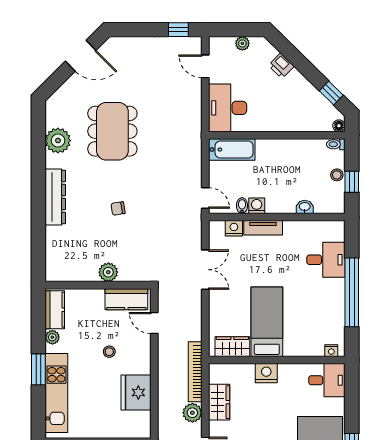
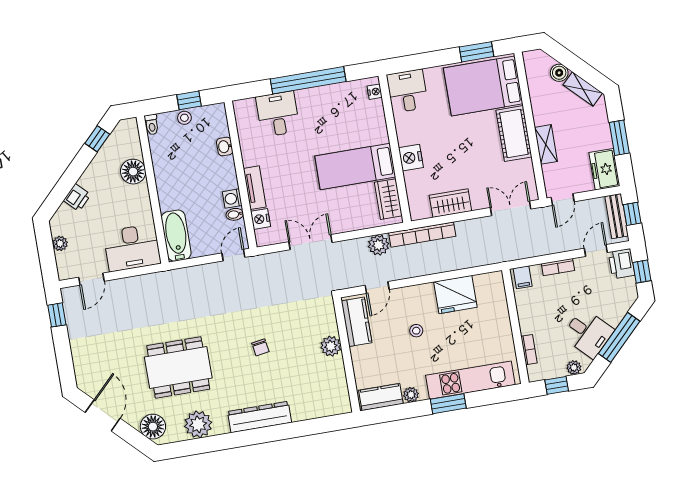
floor lamp: (63, 99) -> (153, 427), added
floor lamp: (339, 126) -> (133, 172), moved, width x1.89, depth x1.89
plant: (192, 413) -> (379, 245), moved

